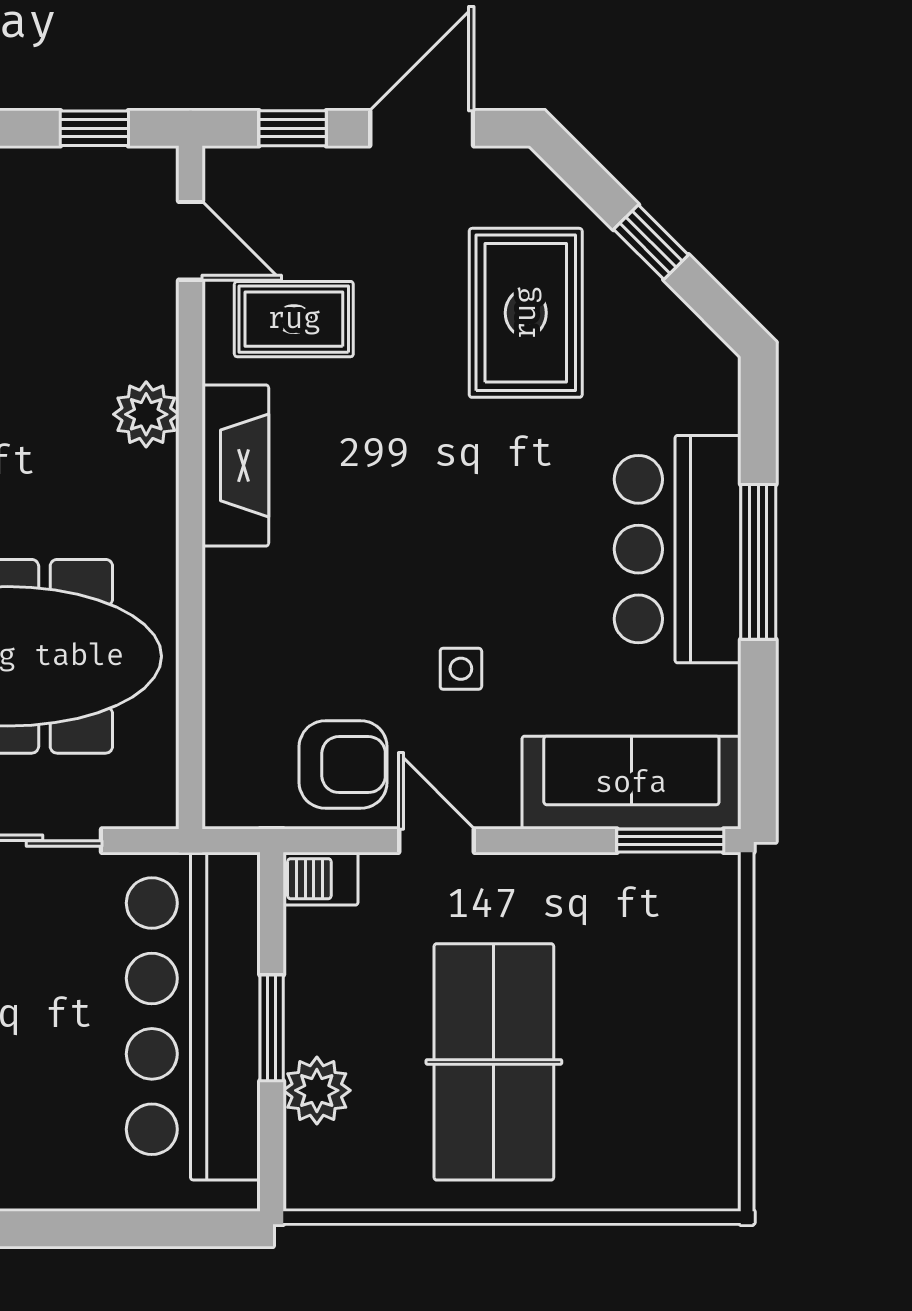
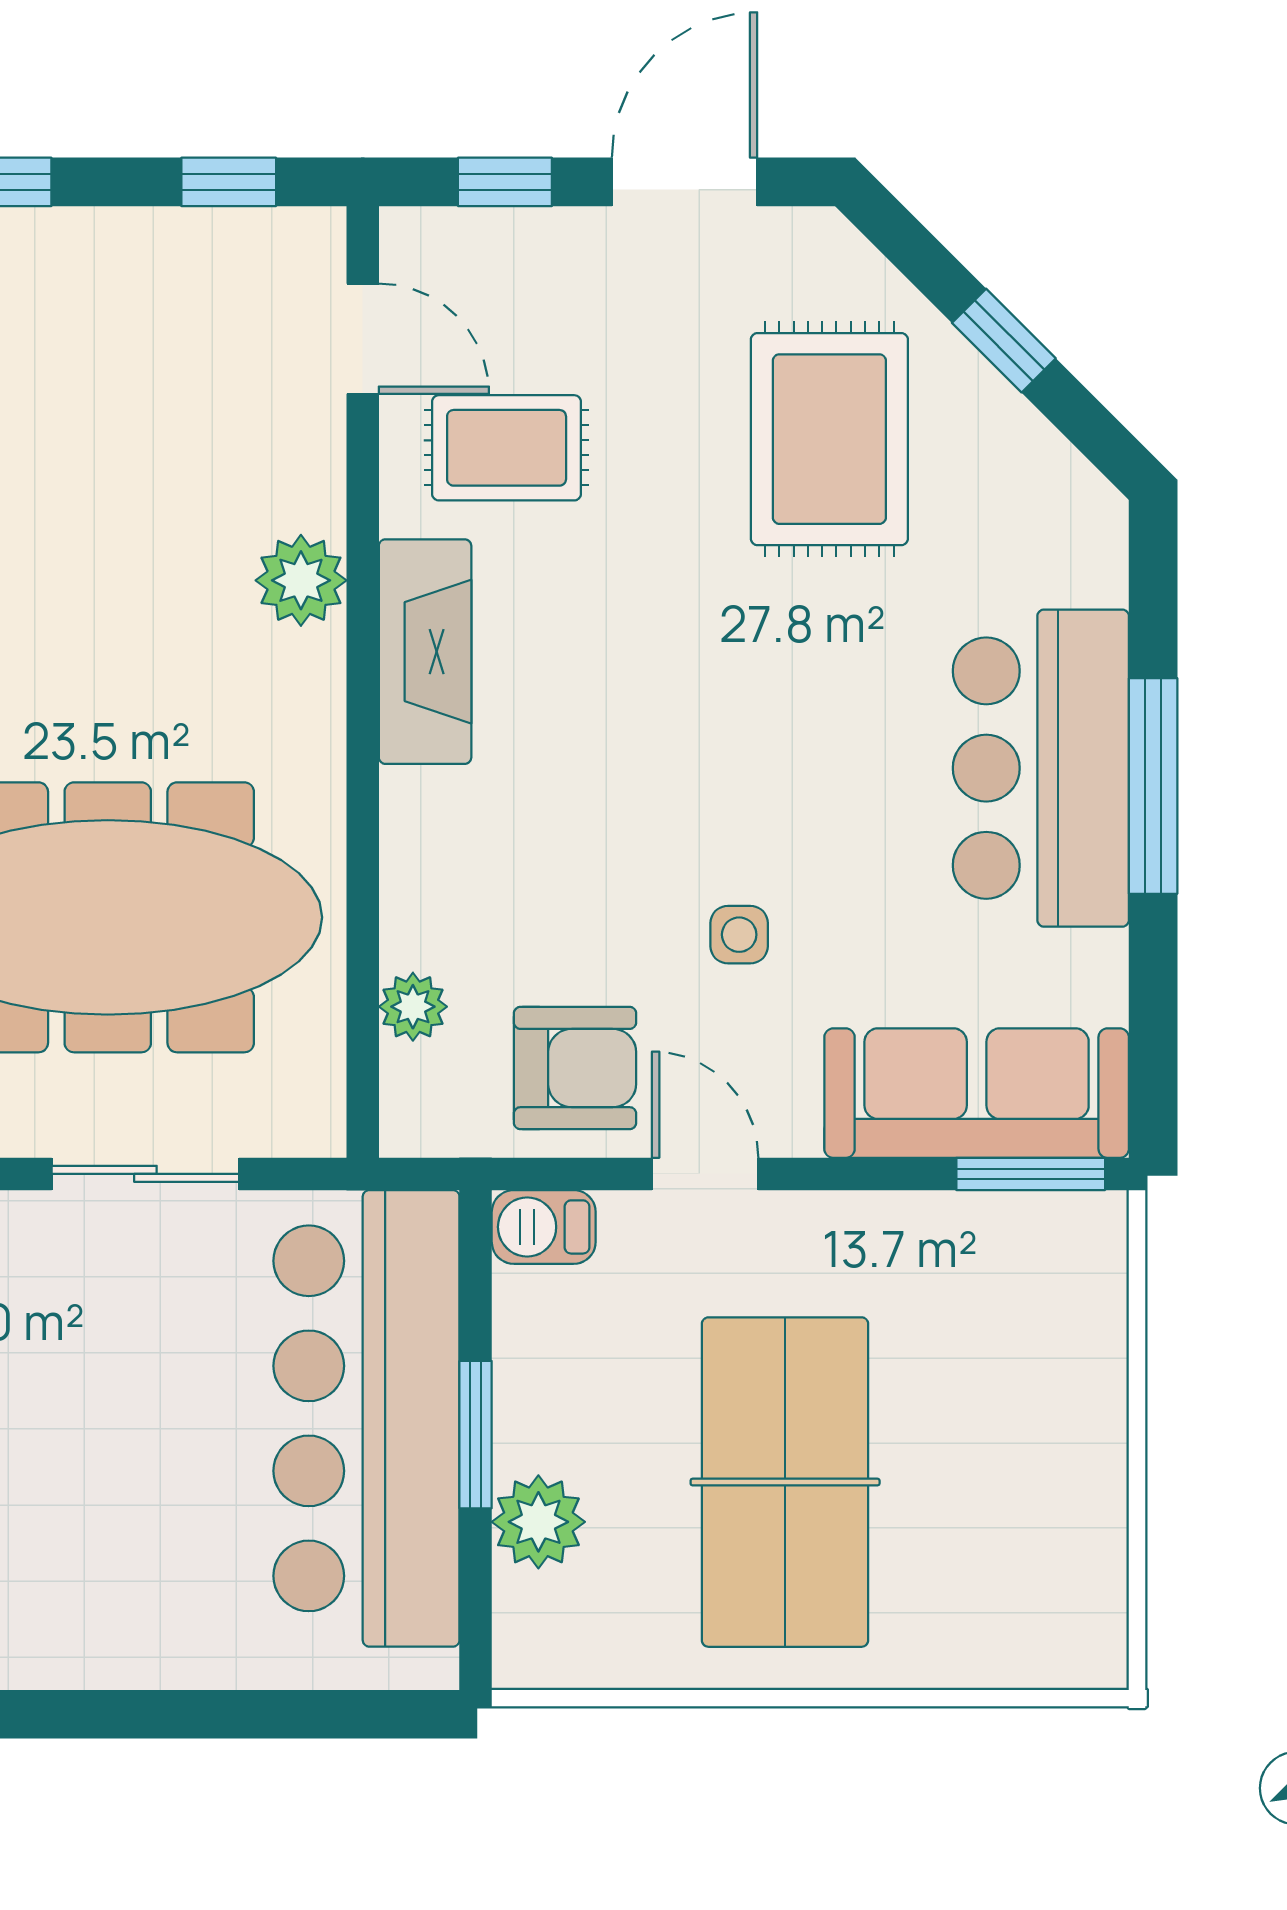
plant: (227, 721) -> (413, 1007), added

